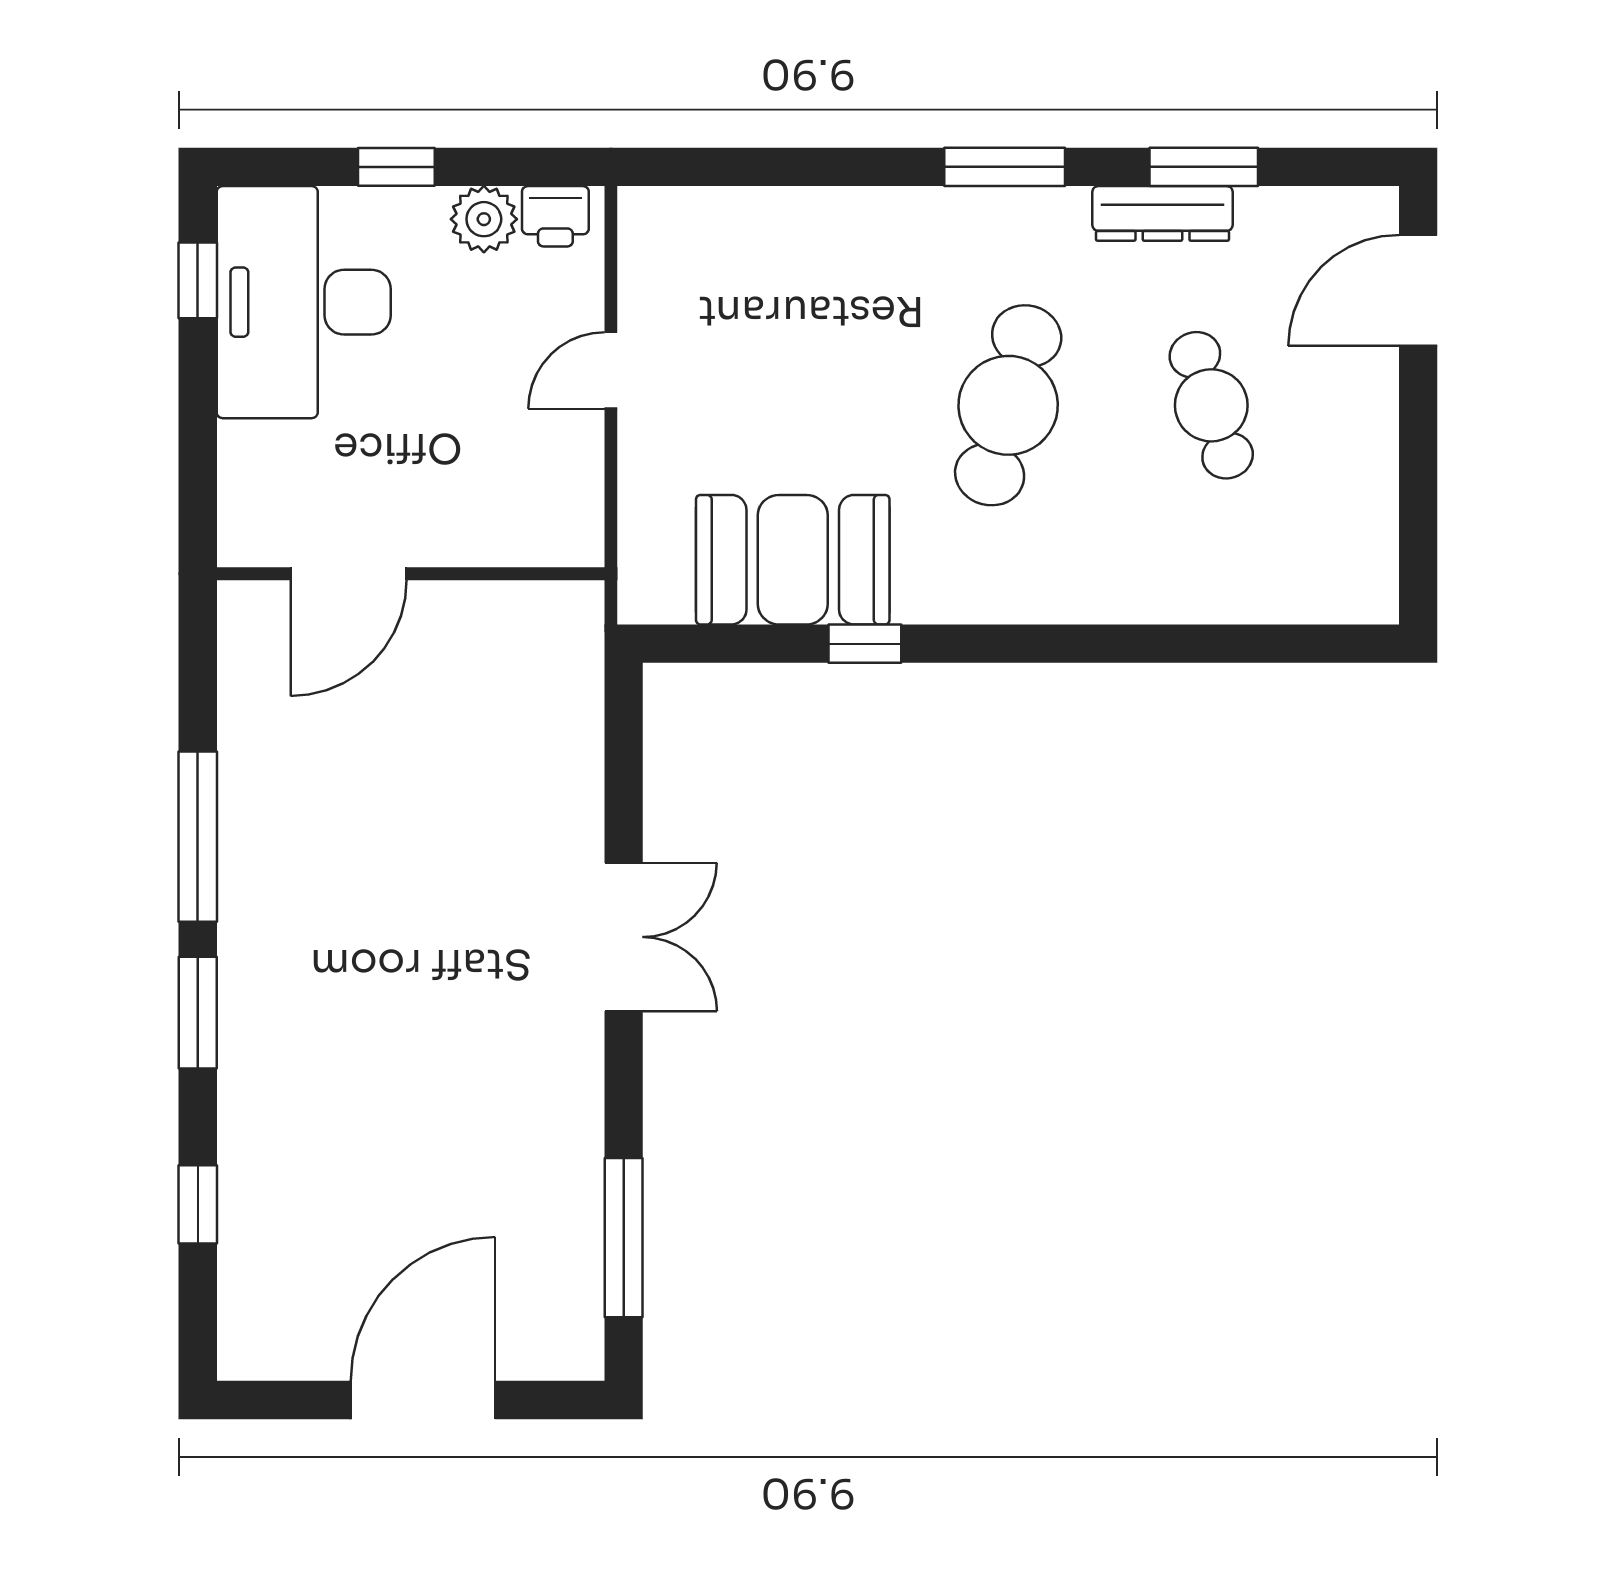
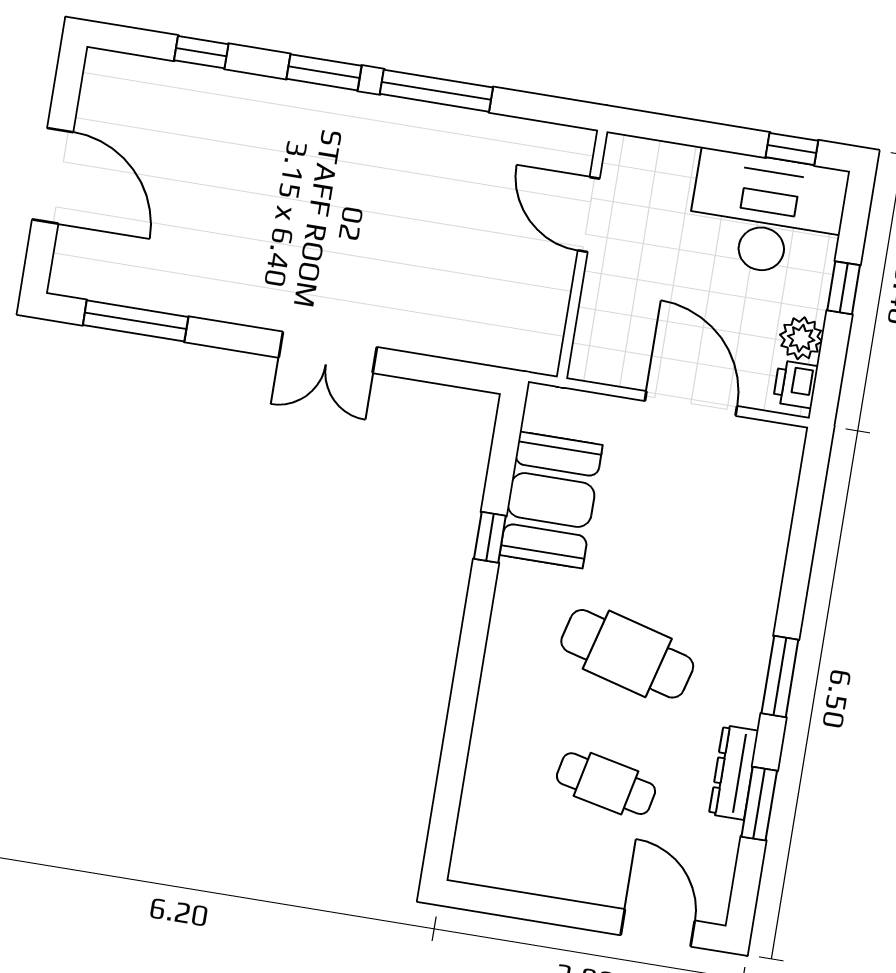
door: (611, 371) -> (691, 404), width x1.87
cafe table: (1211, 405) -> (606, 784), turned 30

